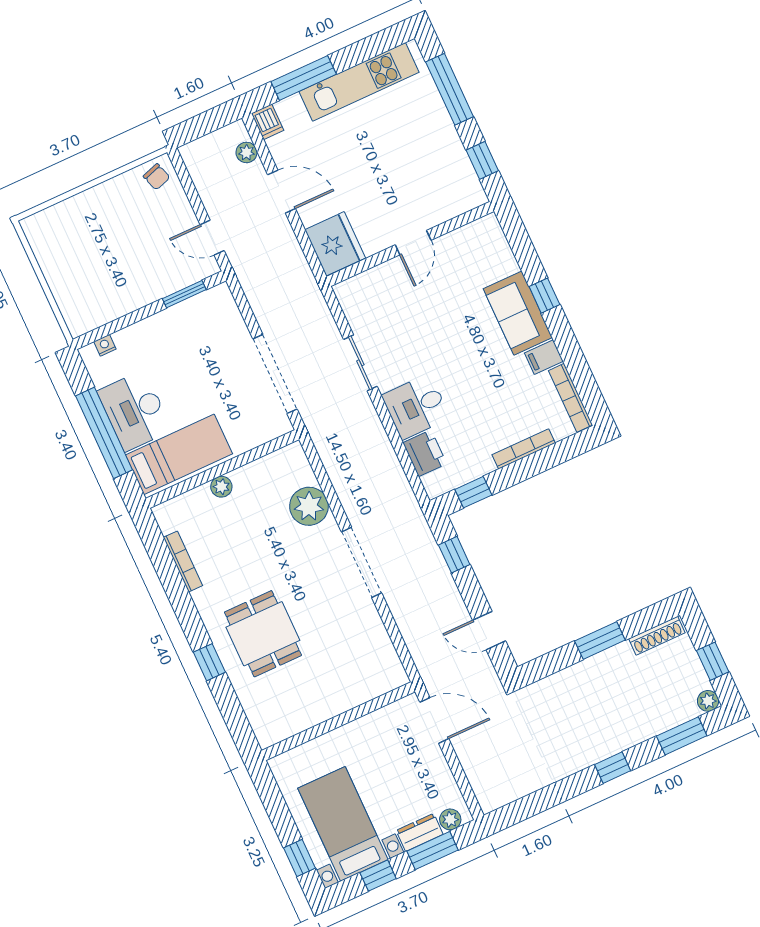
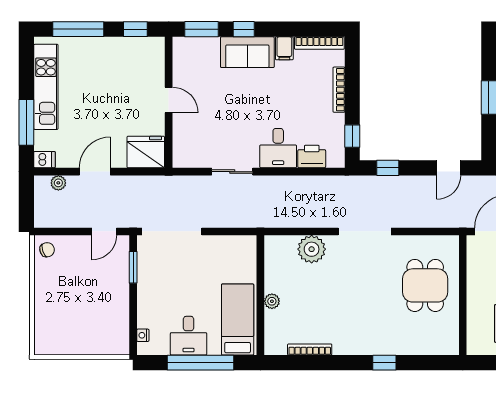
window: (520, 243) -> (202, 29), added
doorway: (275, 374) -> (172, 231), moved
desk: (135, 411) -> (189, 336), width x0.73
dining table: (263, 634) -> (425, 285), moved, turned 90

